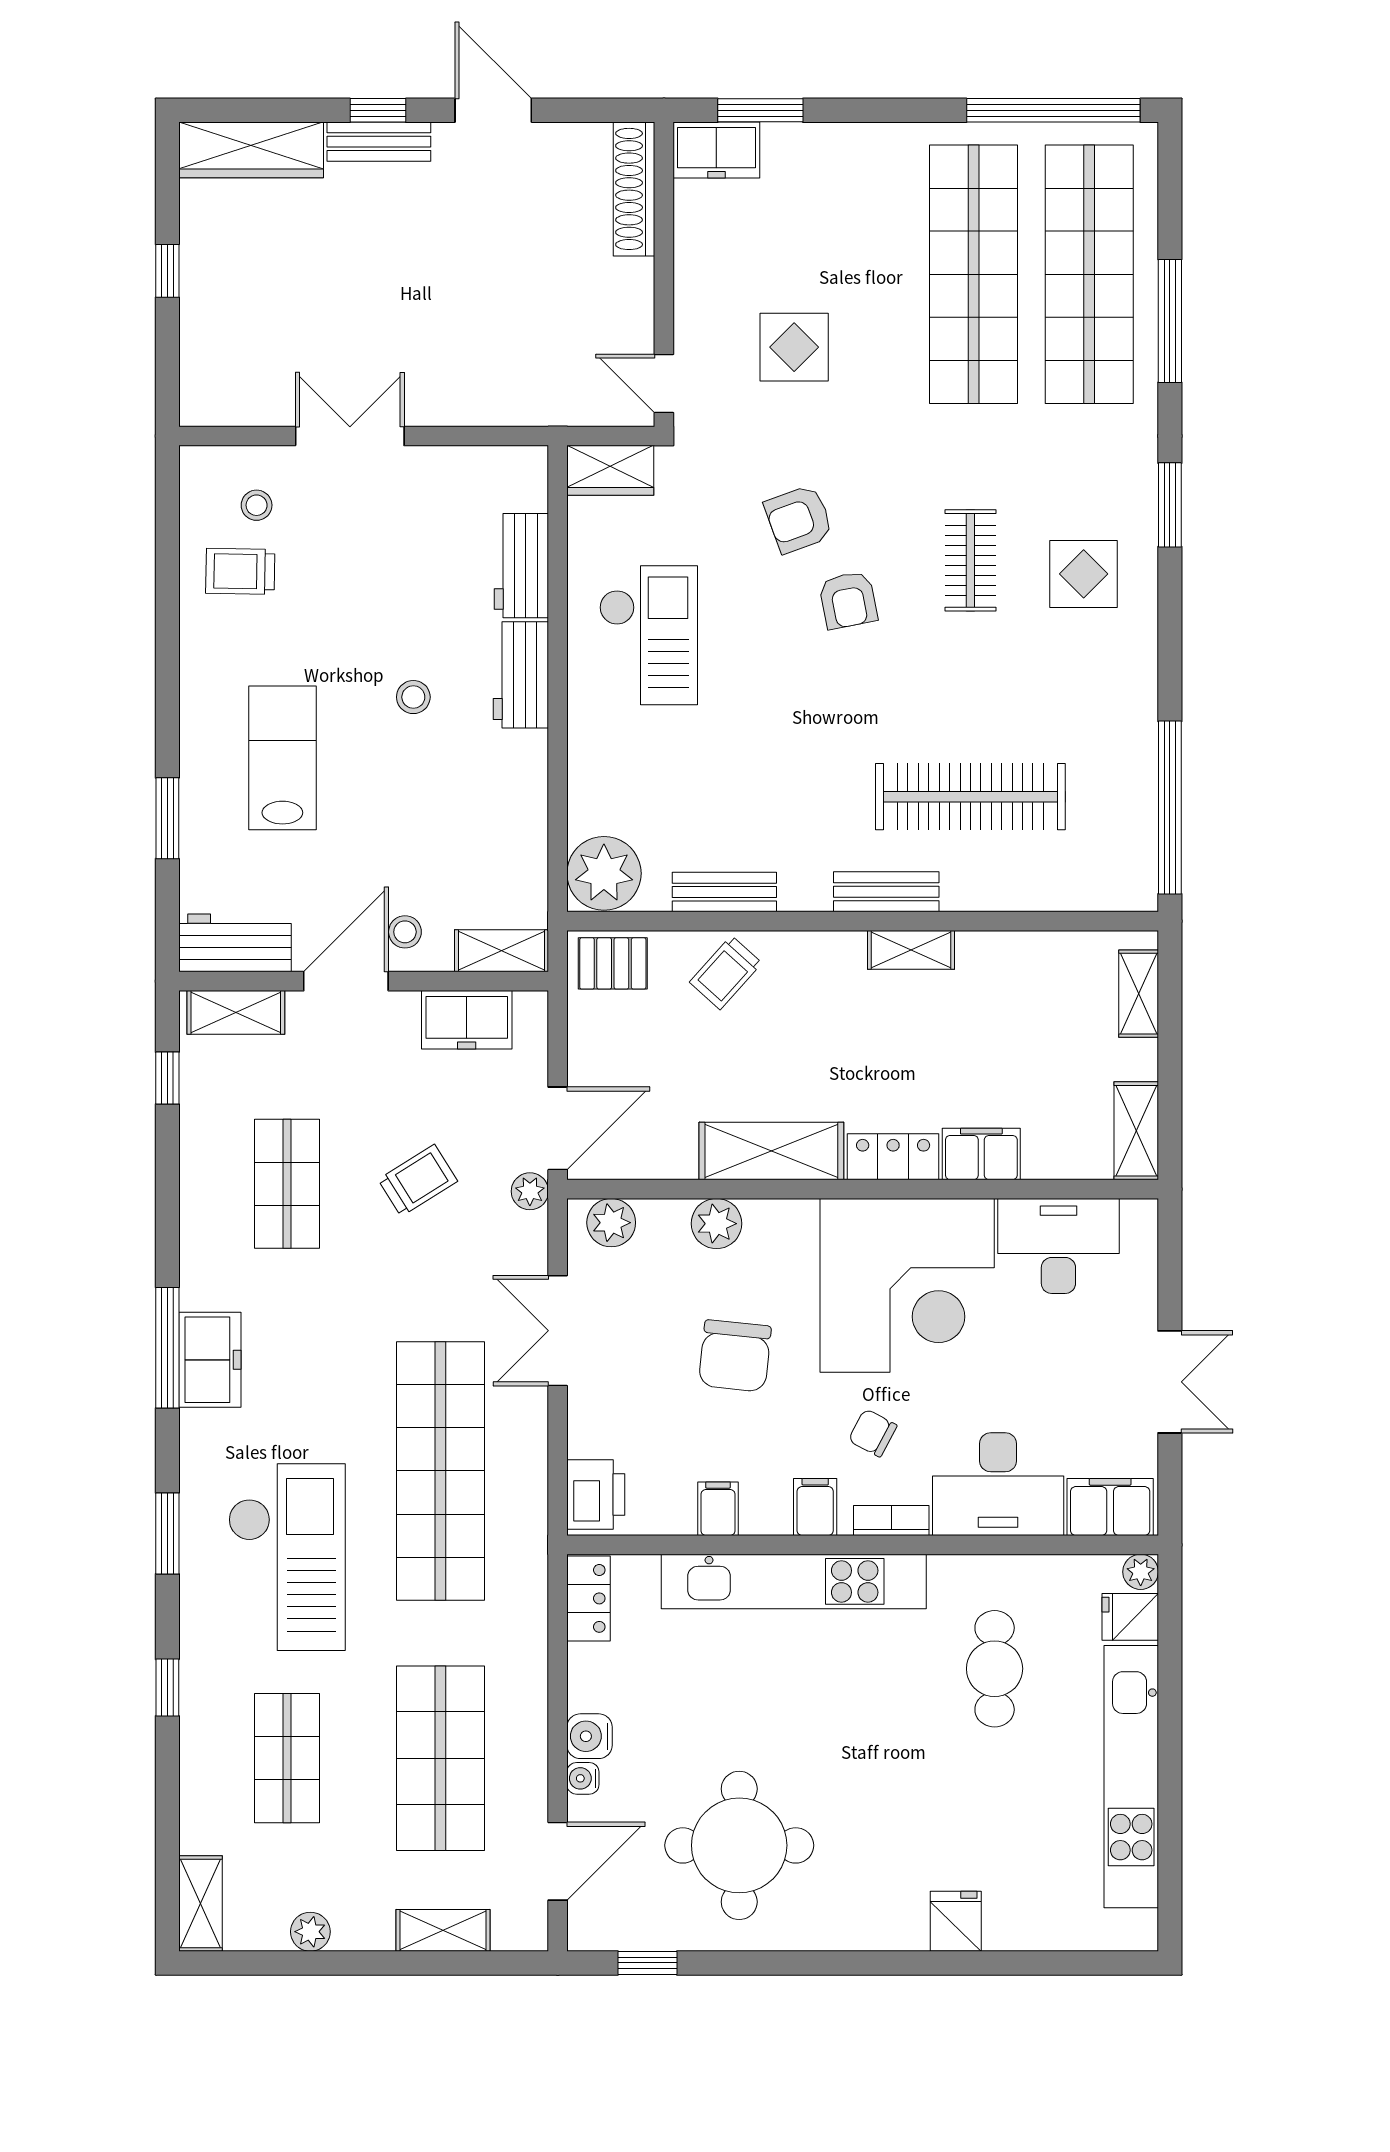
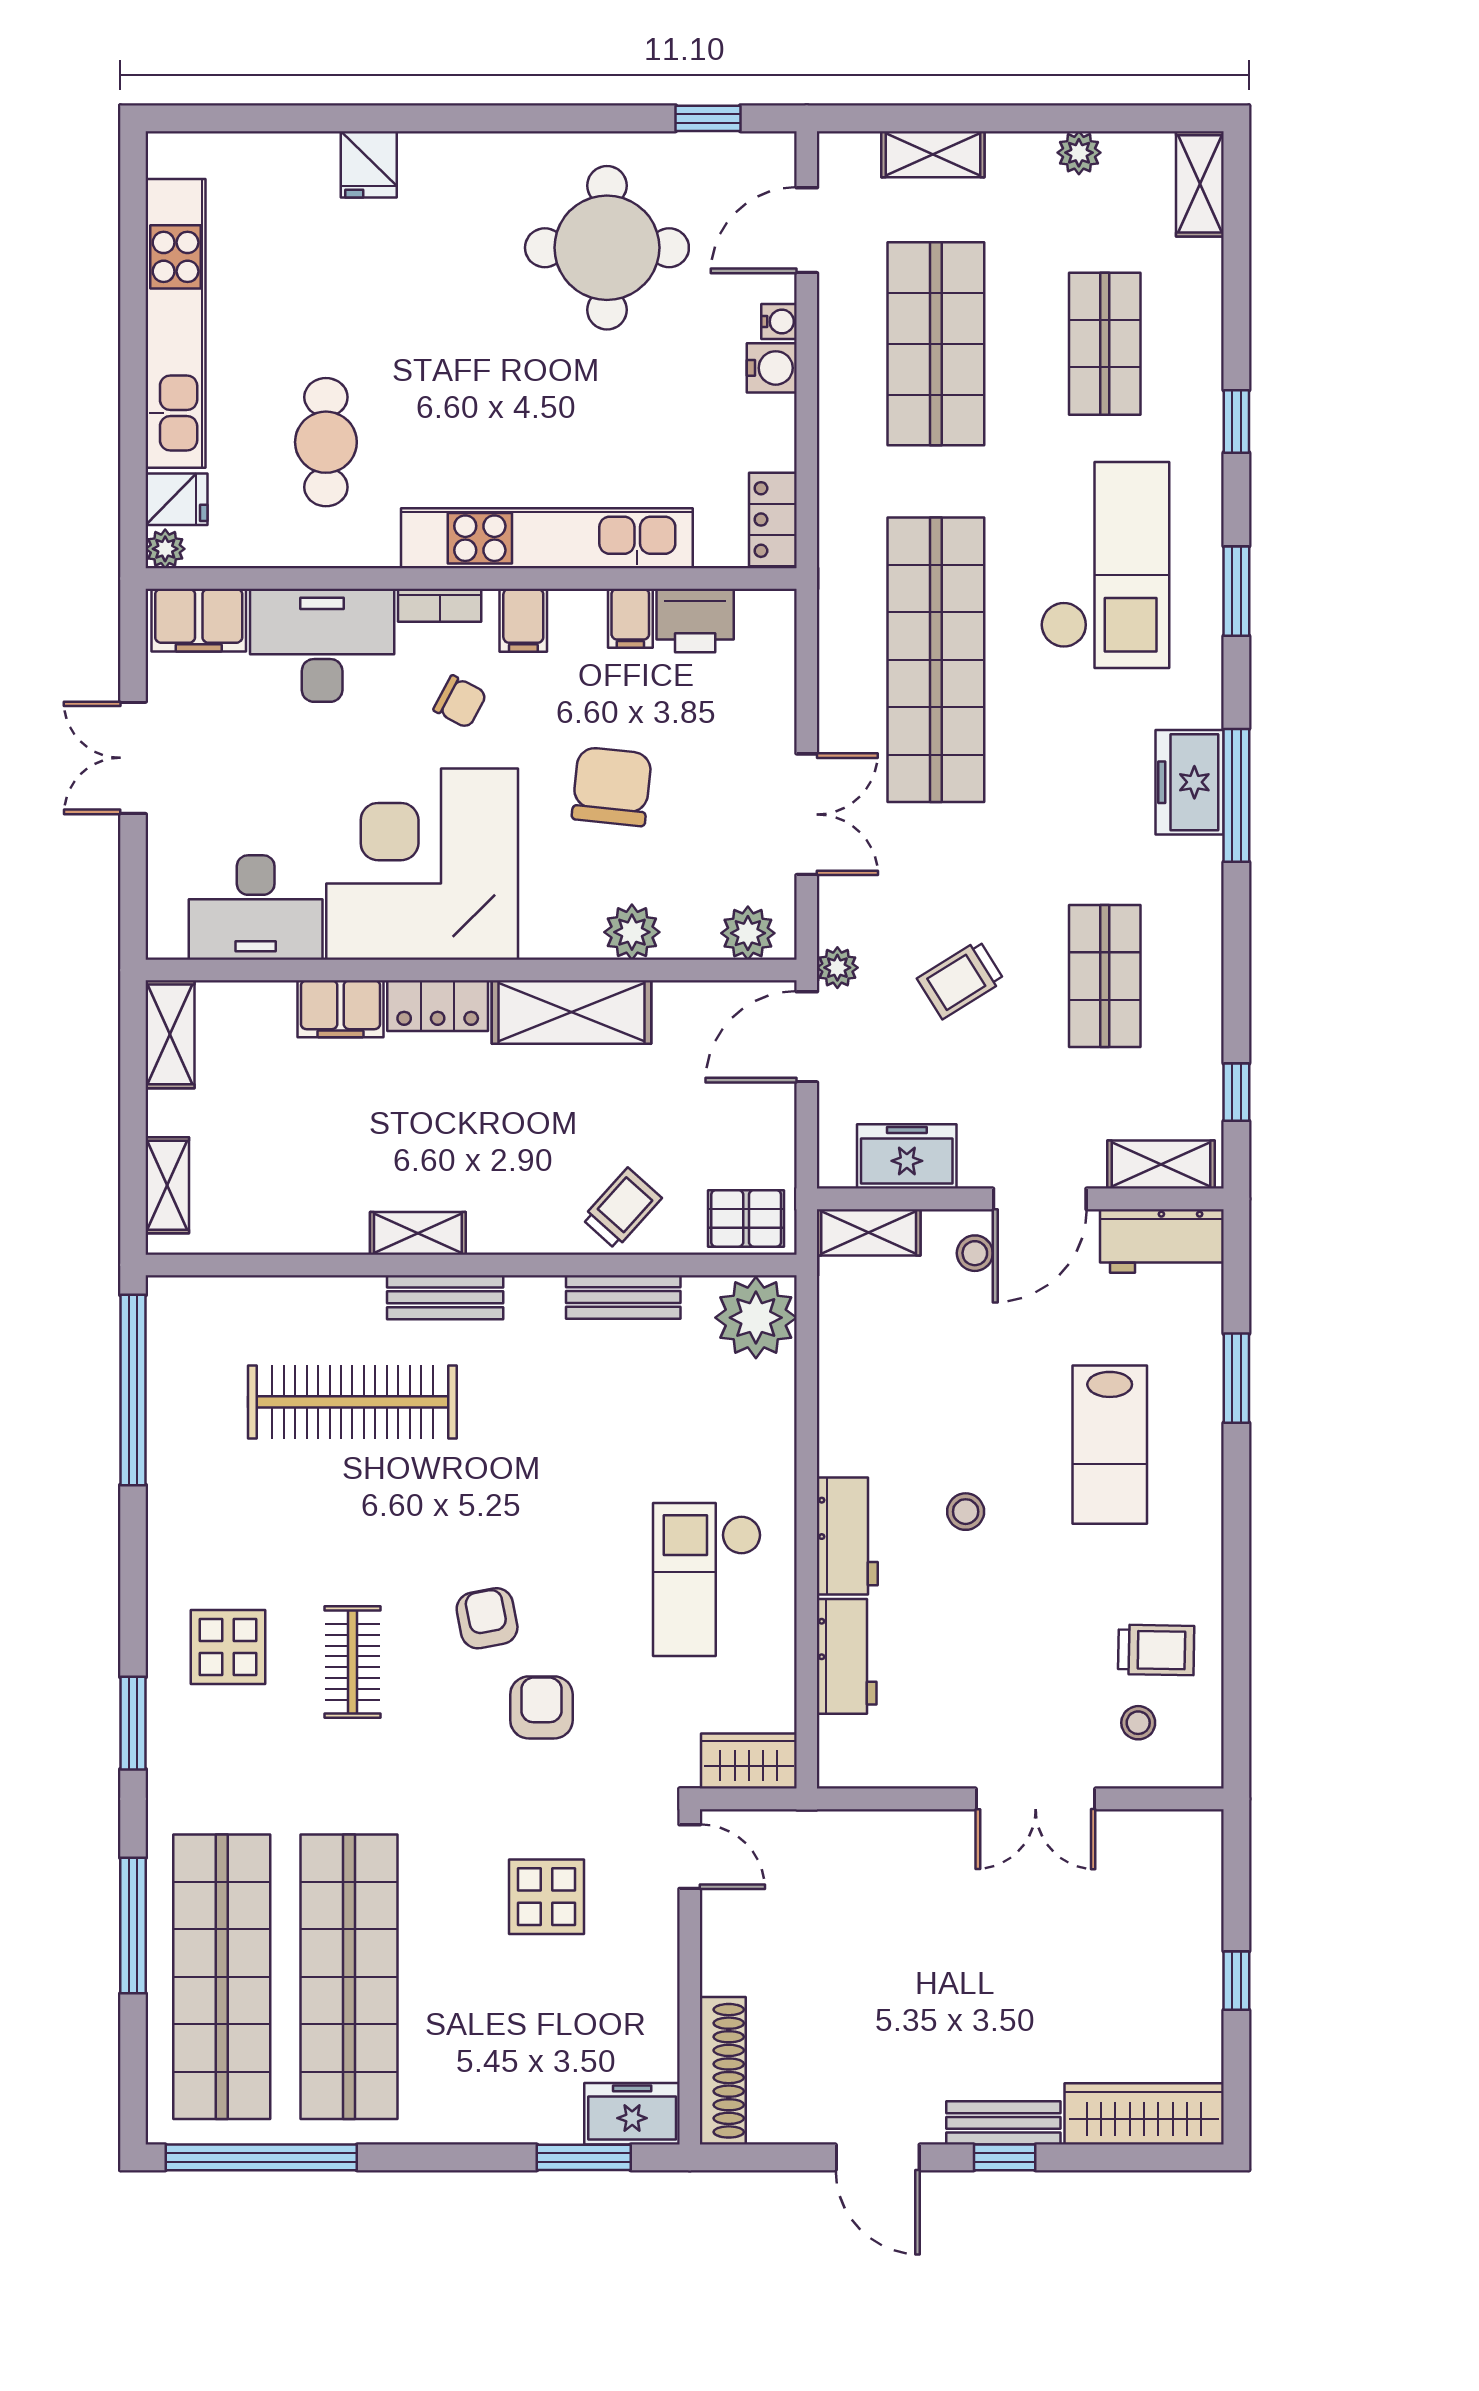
armchair: (799, 519) -> (541, 1707), turned -70
printer: (596, 1494) -> (695, 620), moved, turned -90
checkout: (287, 1557) -> (1105, 565), turned 180

